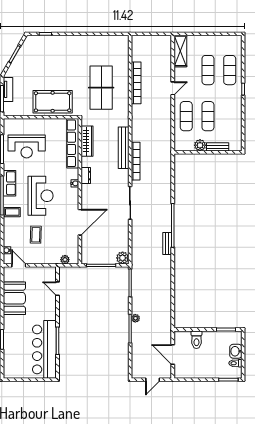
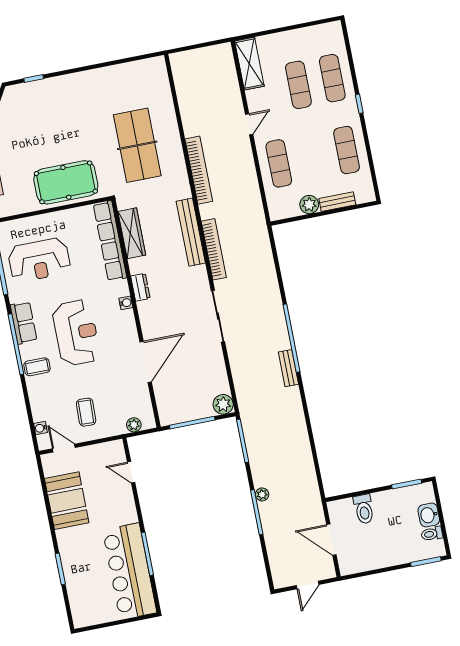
bookcase: (136, 83) -> (199, 170), moved
exercise mat: (208, 116) -> (347, 150), moved
coffee table: (36, 235) -> (86, 412), moved

